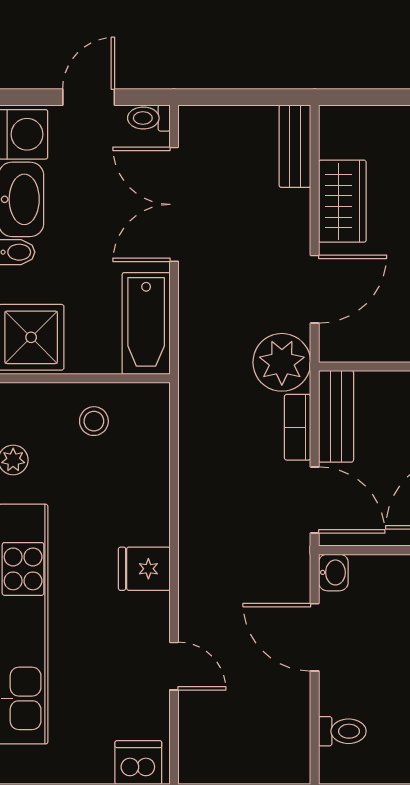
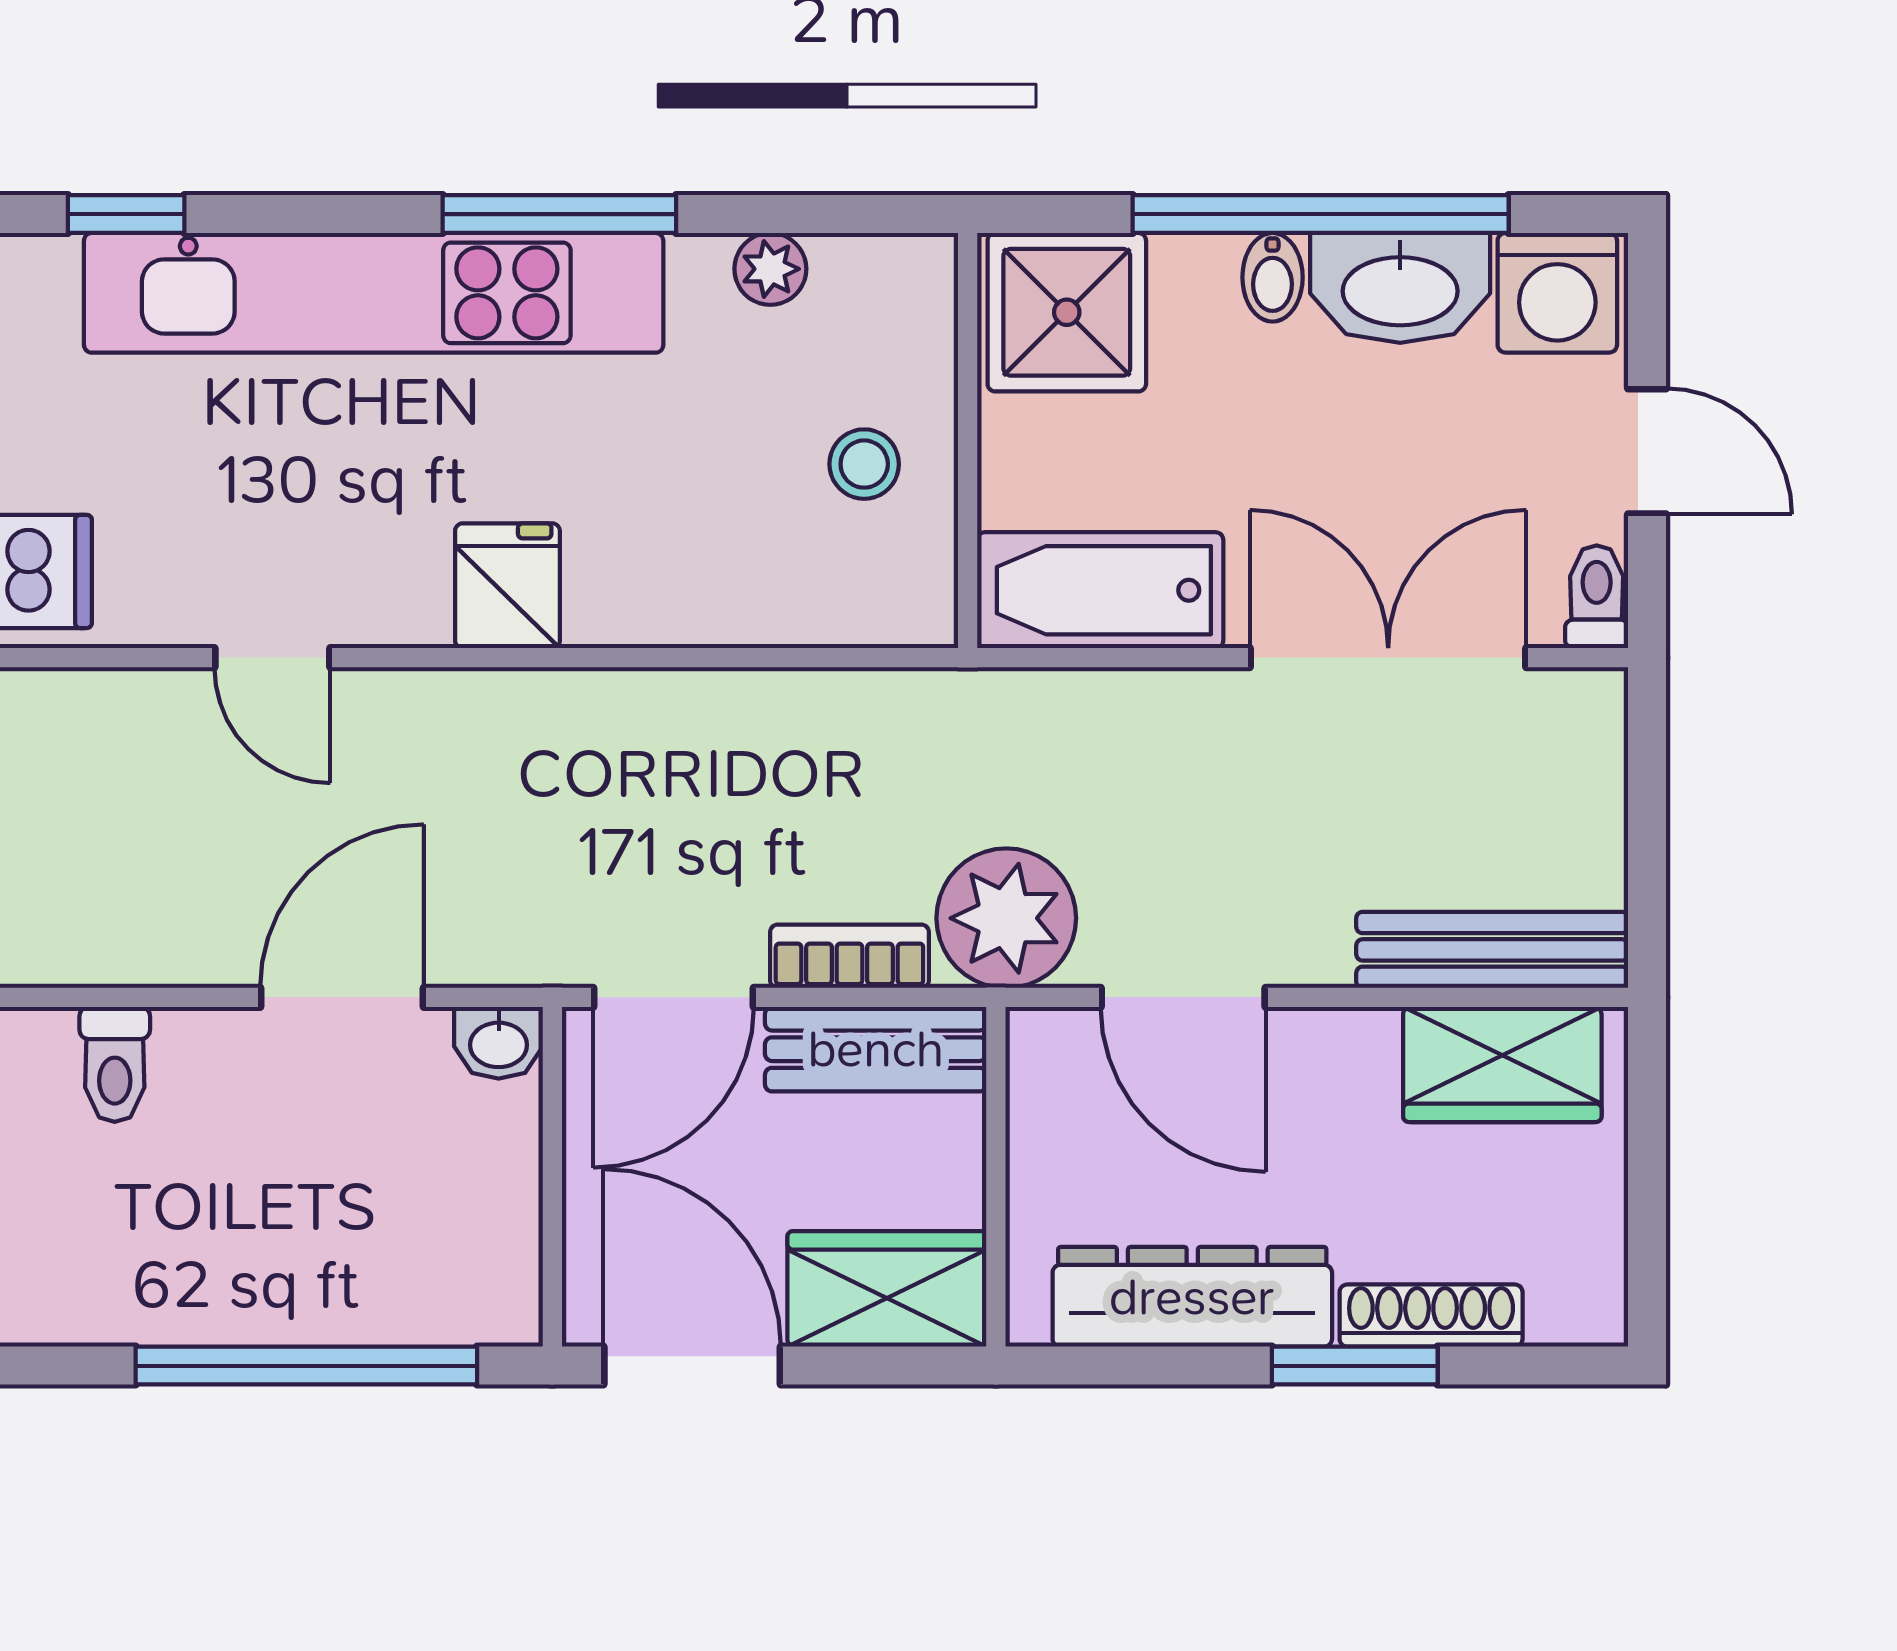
bench: (295, 146) -> (1492, 950), width x1.36
wardrobe: (342, 201) -> (1502, 1064), moved
door: (174, 666) -> (272, 658), hinge flipped

